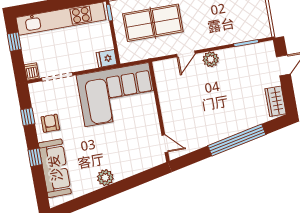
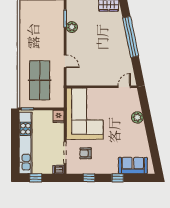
plant: (211, 59) -> (72, 27), moved
armchair: (50, 123) -> (86, 153), moved
sofa: (55, 168) -> (133, 166), width x0.73
plant: (105, 178) -> (137, 117), moved

